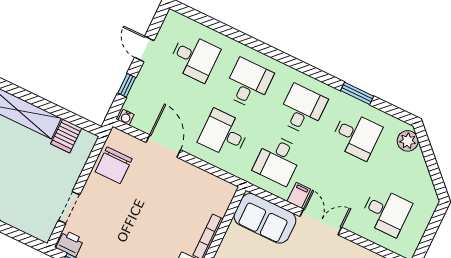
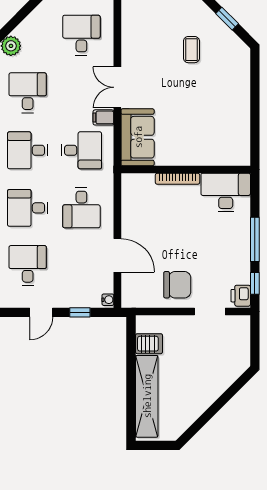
door: (163, 146) -> (117, 255), swing flipped
chair: (114, 165) -> (177, 285), moved

